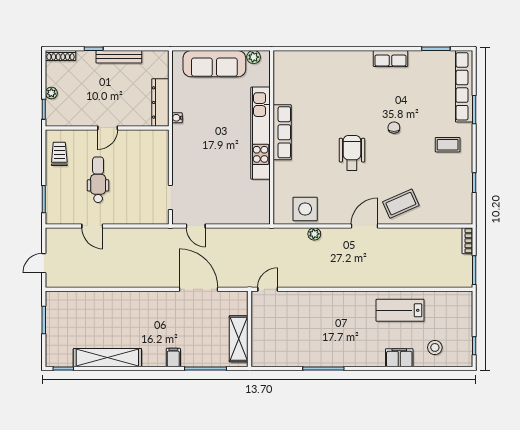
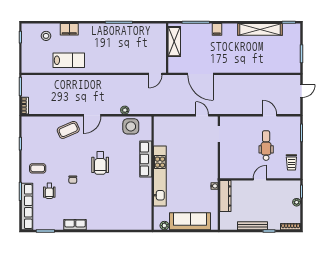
wheelchair: (430, 110) -> (49, 191), added
row of seats: (282, 132) -> (146, 159), moved
dental chair: (98, 180) -> (266, 146), turned 180

